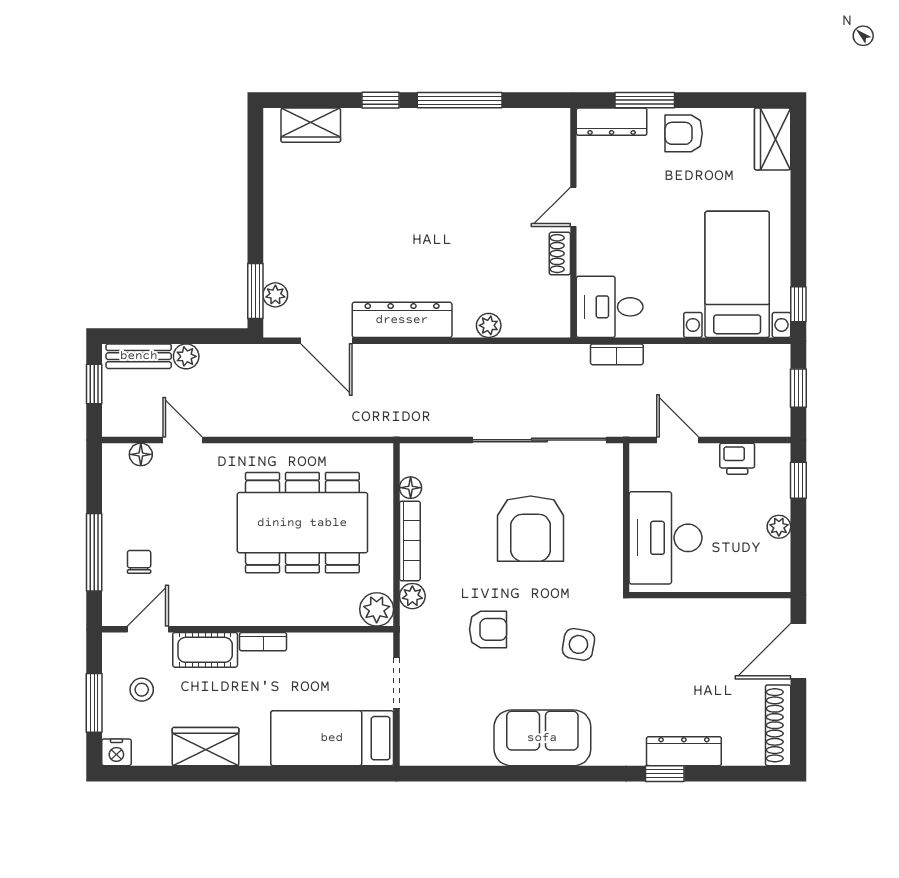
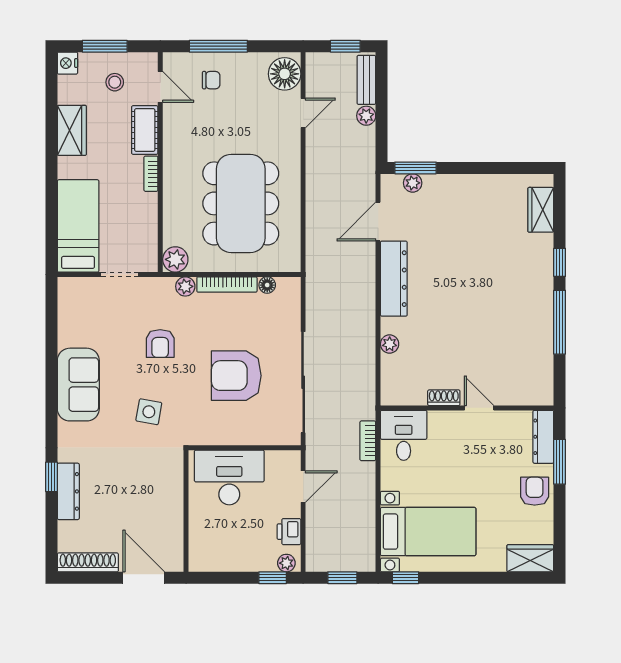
floor lamp: (141, 454) -> (285, 74), width x1.89, depth x1.89
plant: (779, 527) -> (286, 563), moved

